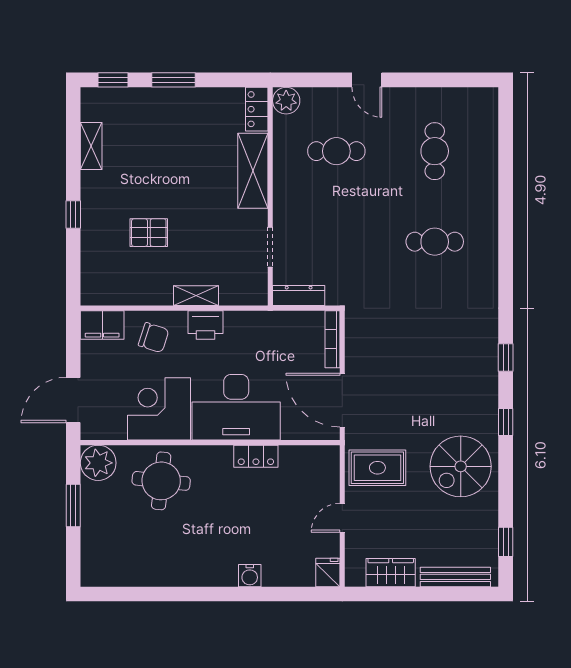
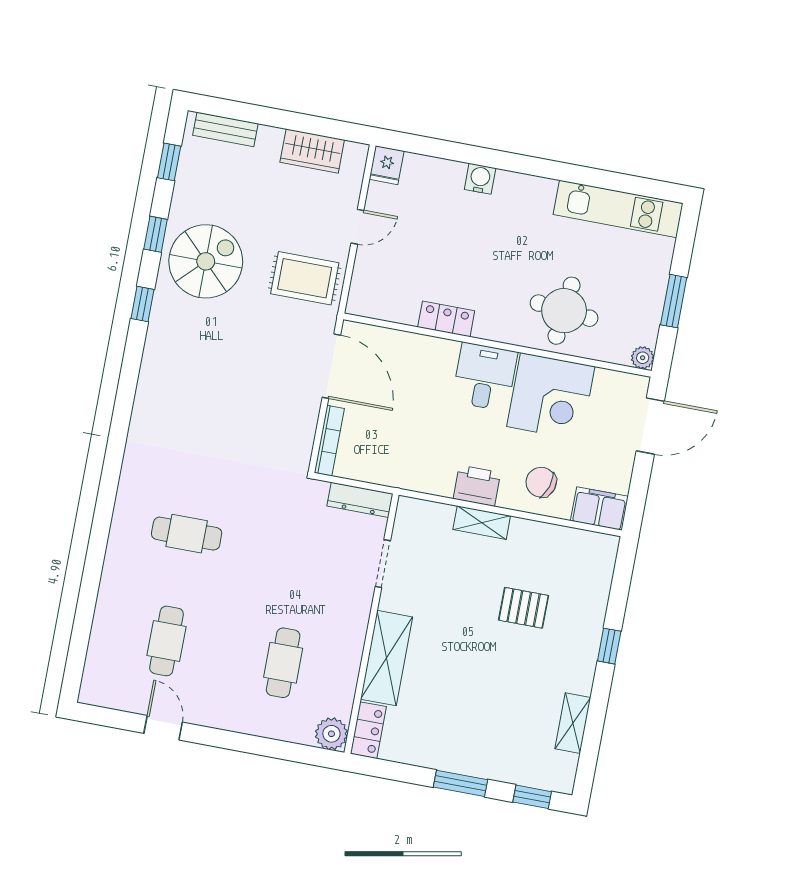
door: (367, 80) -> (163, 728), moved
cafe table: (336, 151) -> (283, 663), turned 90
window: (506, 357) -> (156, 234), moved
desk: (236, 407) -> (485, 377), width x0.53, depth x0.77
plant: (98, 463) -> (643, 358), width x0.53, depth x0.53
kitchen unit: (133, 572) -> (618, 209), added
bench: (455, 577) -> (225, 129), width x0.73

